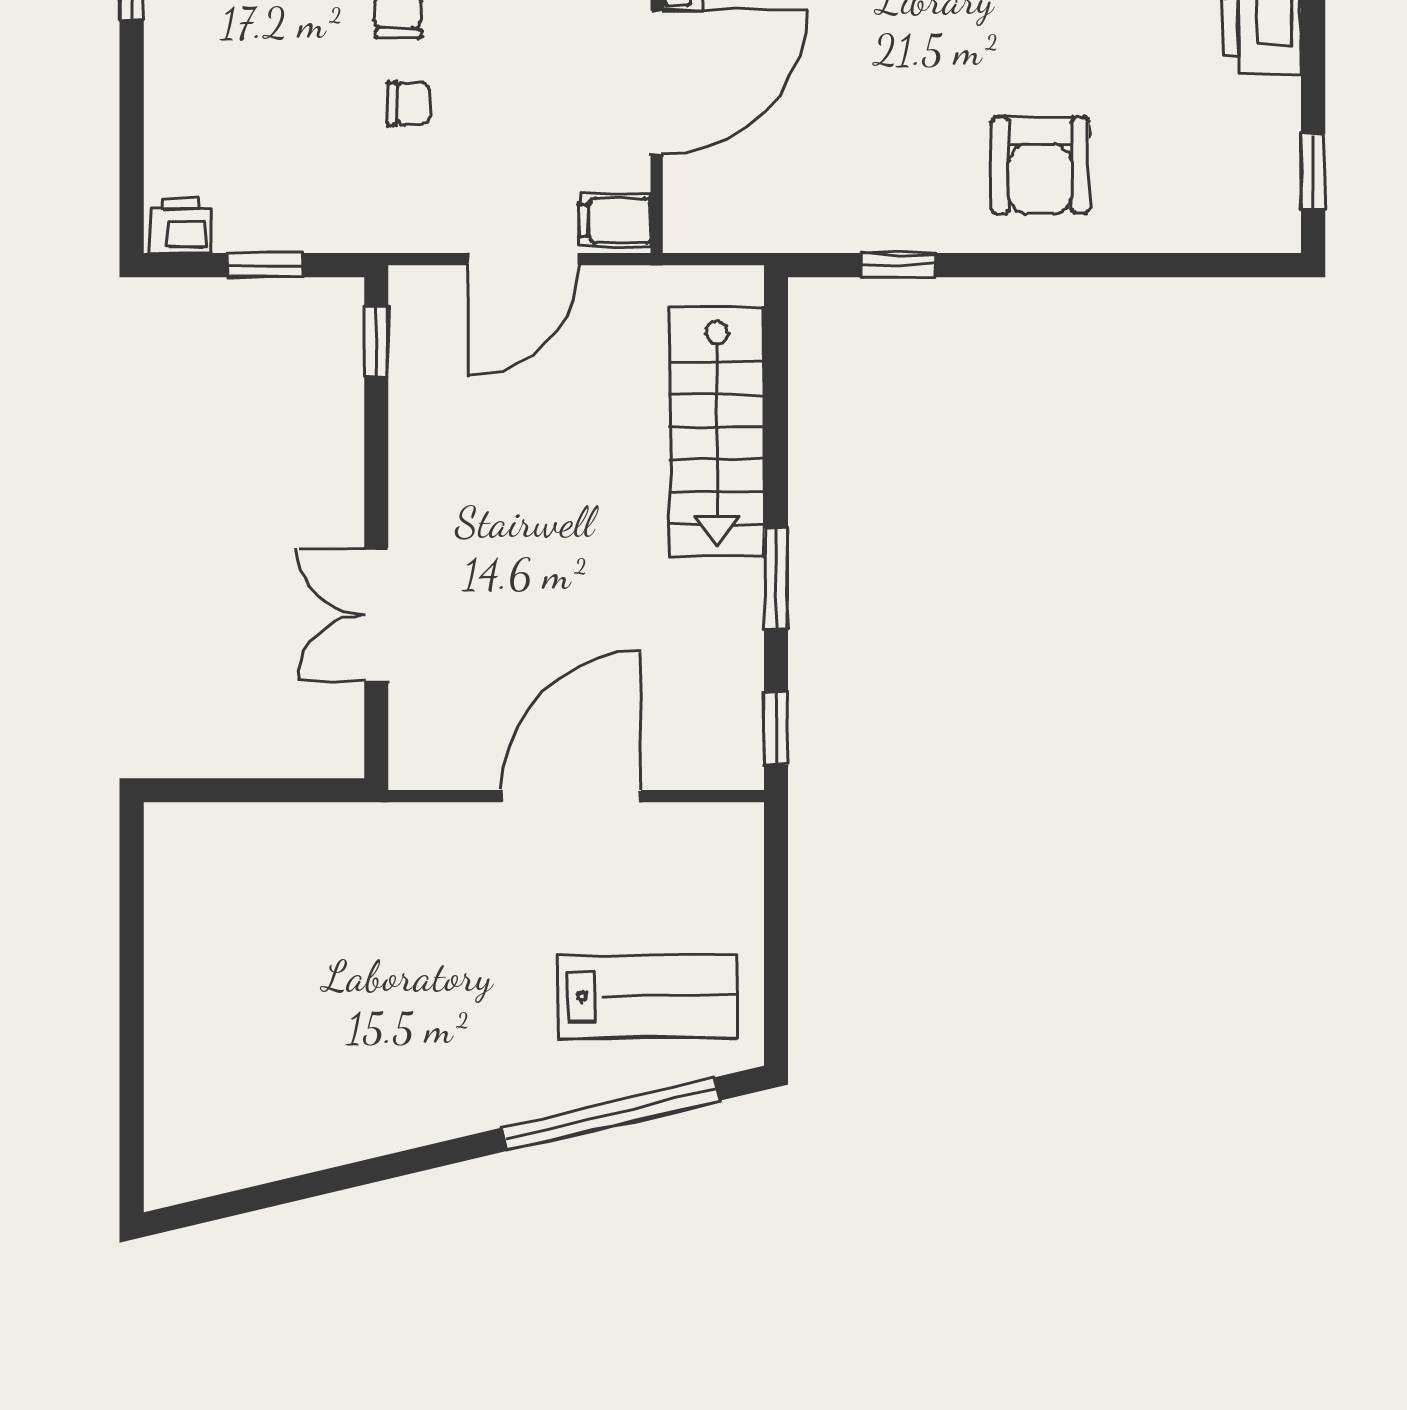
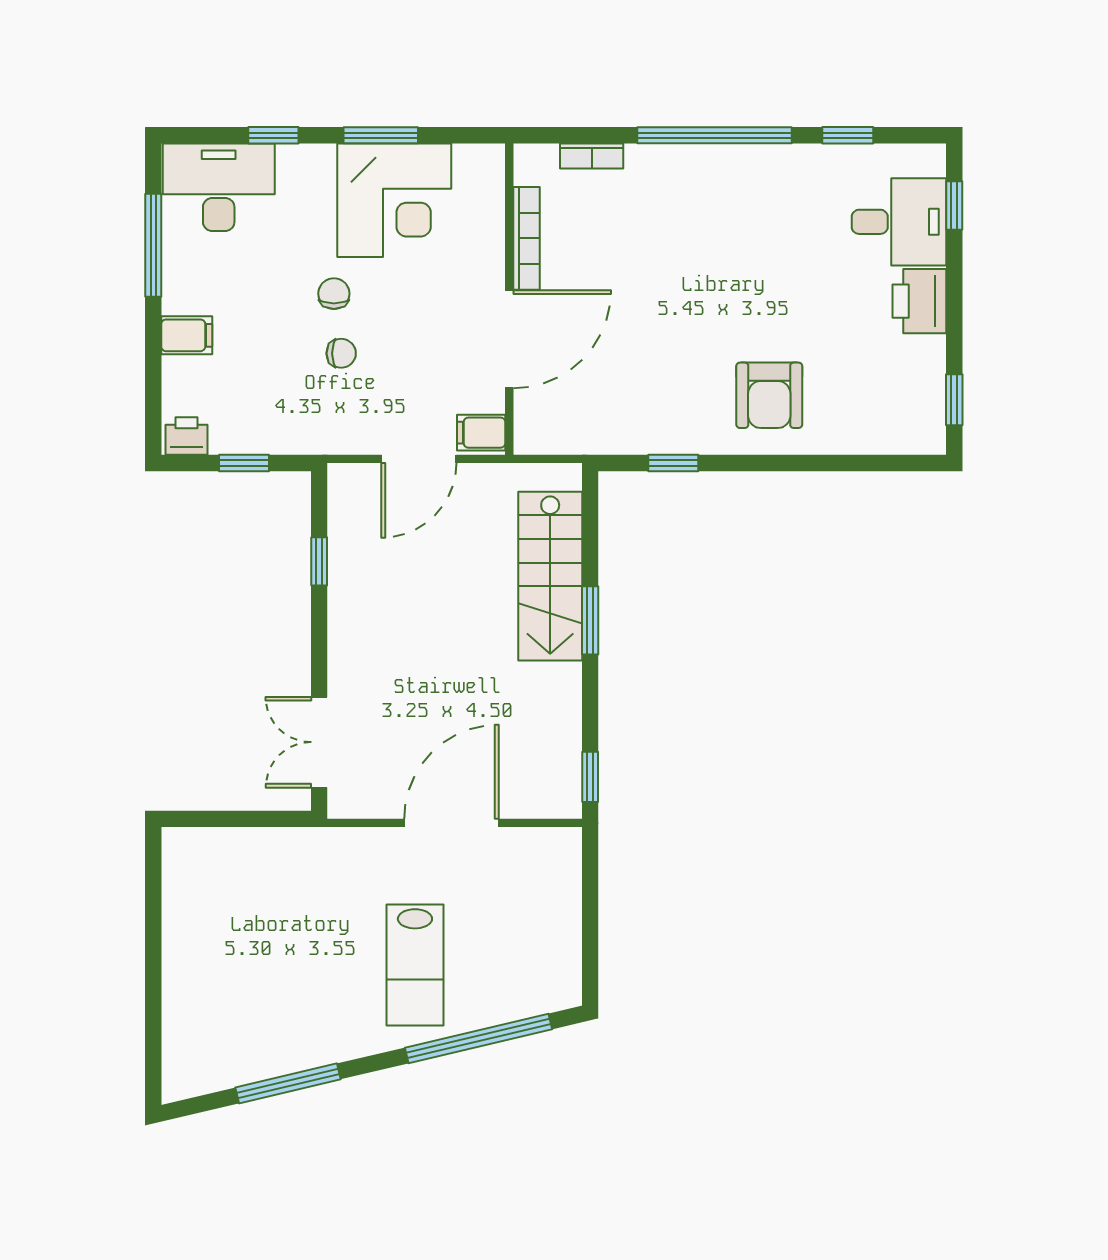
filing cabinet: (181, 77) -> (187, 335), added
window: (376, 341) -> (319, 561), moved
window: (776, 579) -> (590, 620), moved
double door: (376, 615) -> (319, 742), moved
lab bench: (648, 996) -> (415, 965), moved, turned 90
window: (330, 1180) -> (288, 1083), added

